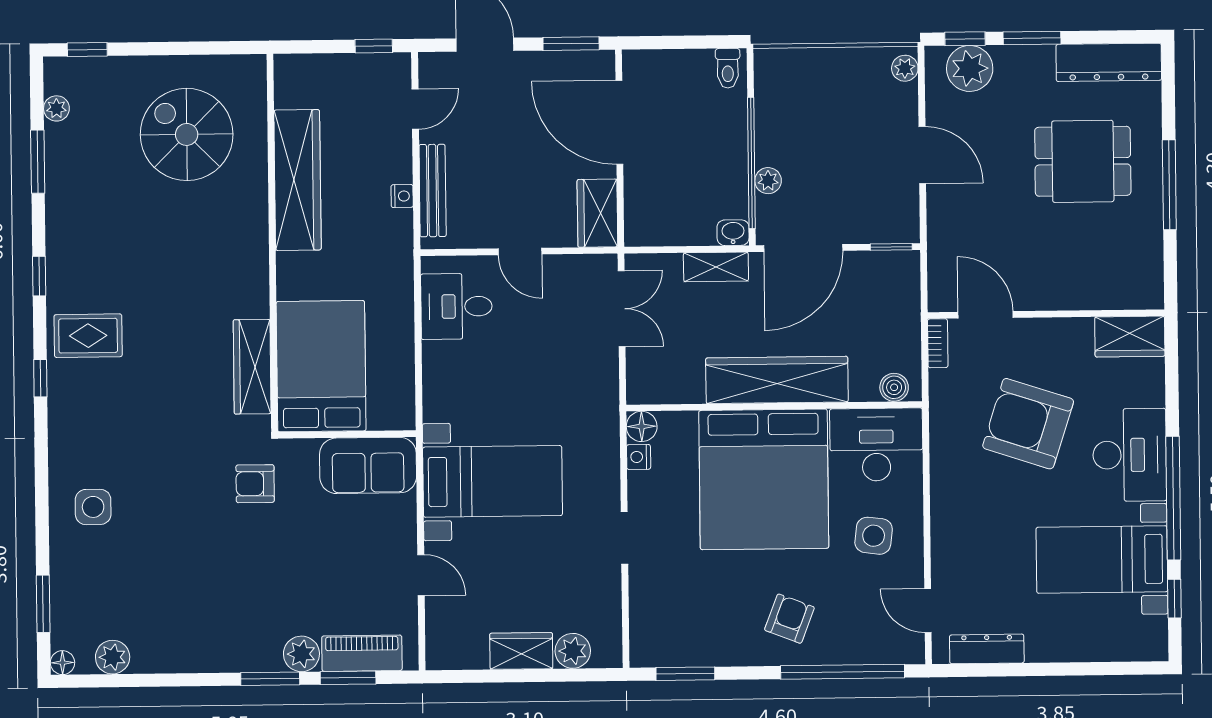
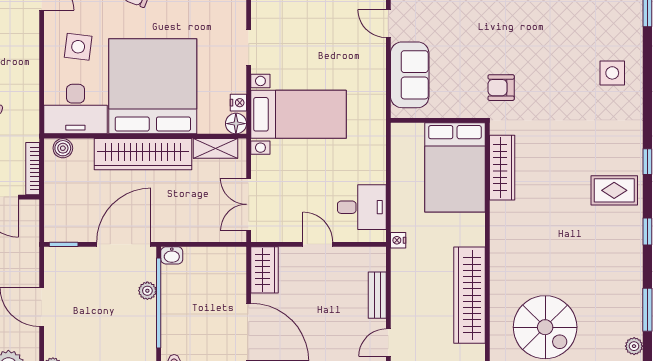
bench: (433, 191) -> (377, 295), width x0.73
nightstand: (402, 196) -> (398, 240), moved
shelving: (716, 267) -> (215, 148), moved
bookcase: (938, 343) -> (33, 169), width x1.56
sofa: (368, 465) -> (410, 75), moved, turned 90
bed with nightstands: (493, 481) -> (298, 114), moved, turned 180
armchair: (255, 484) -> (501, 88), turned 180

